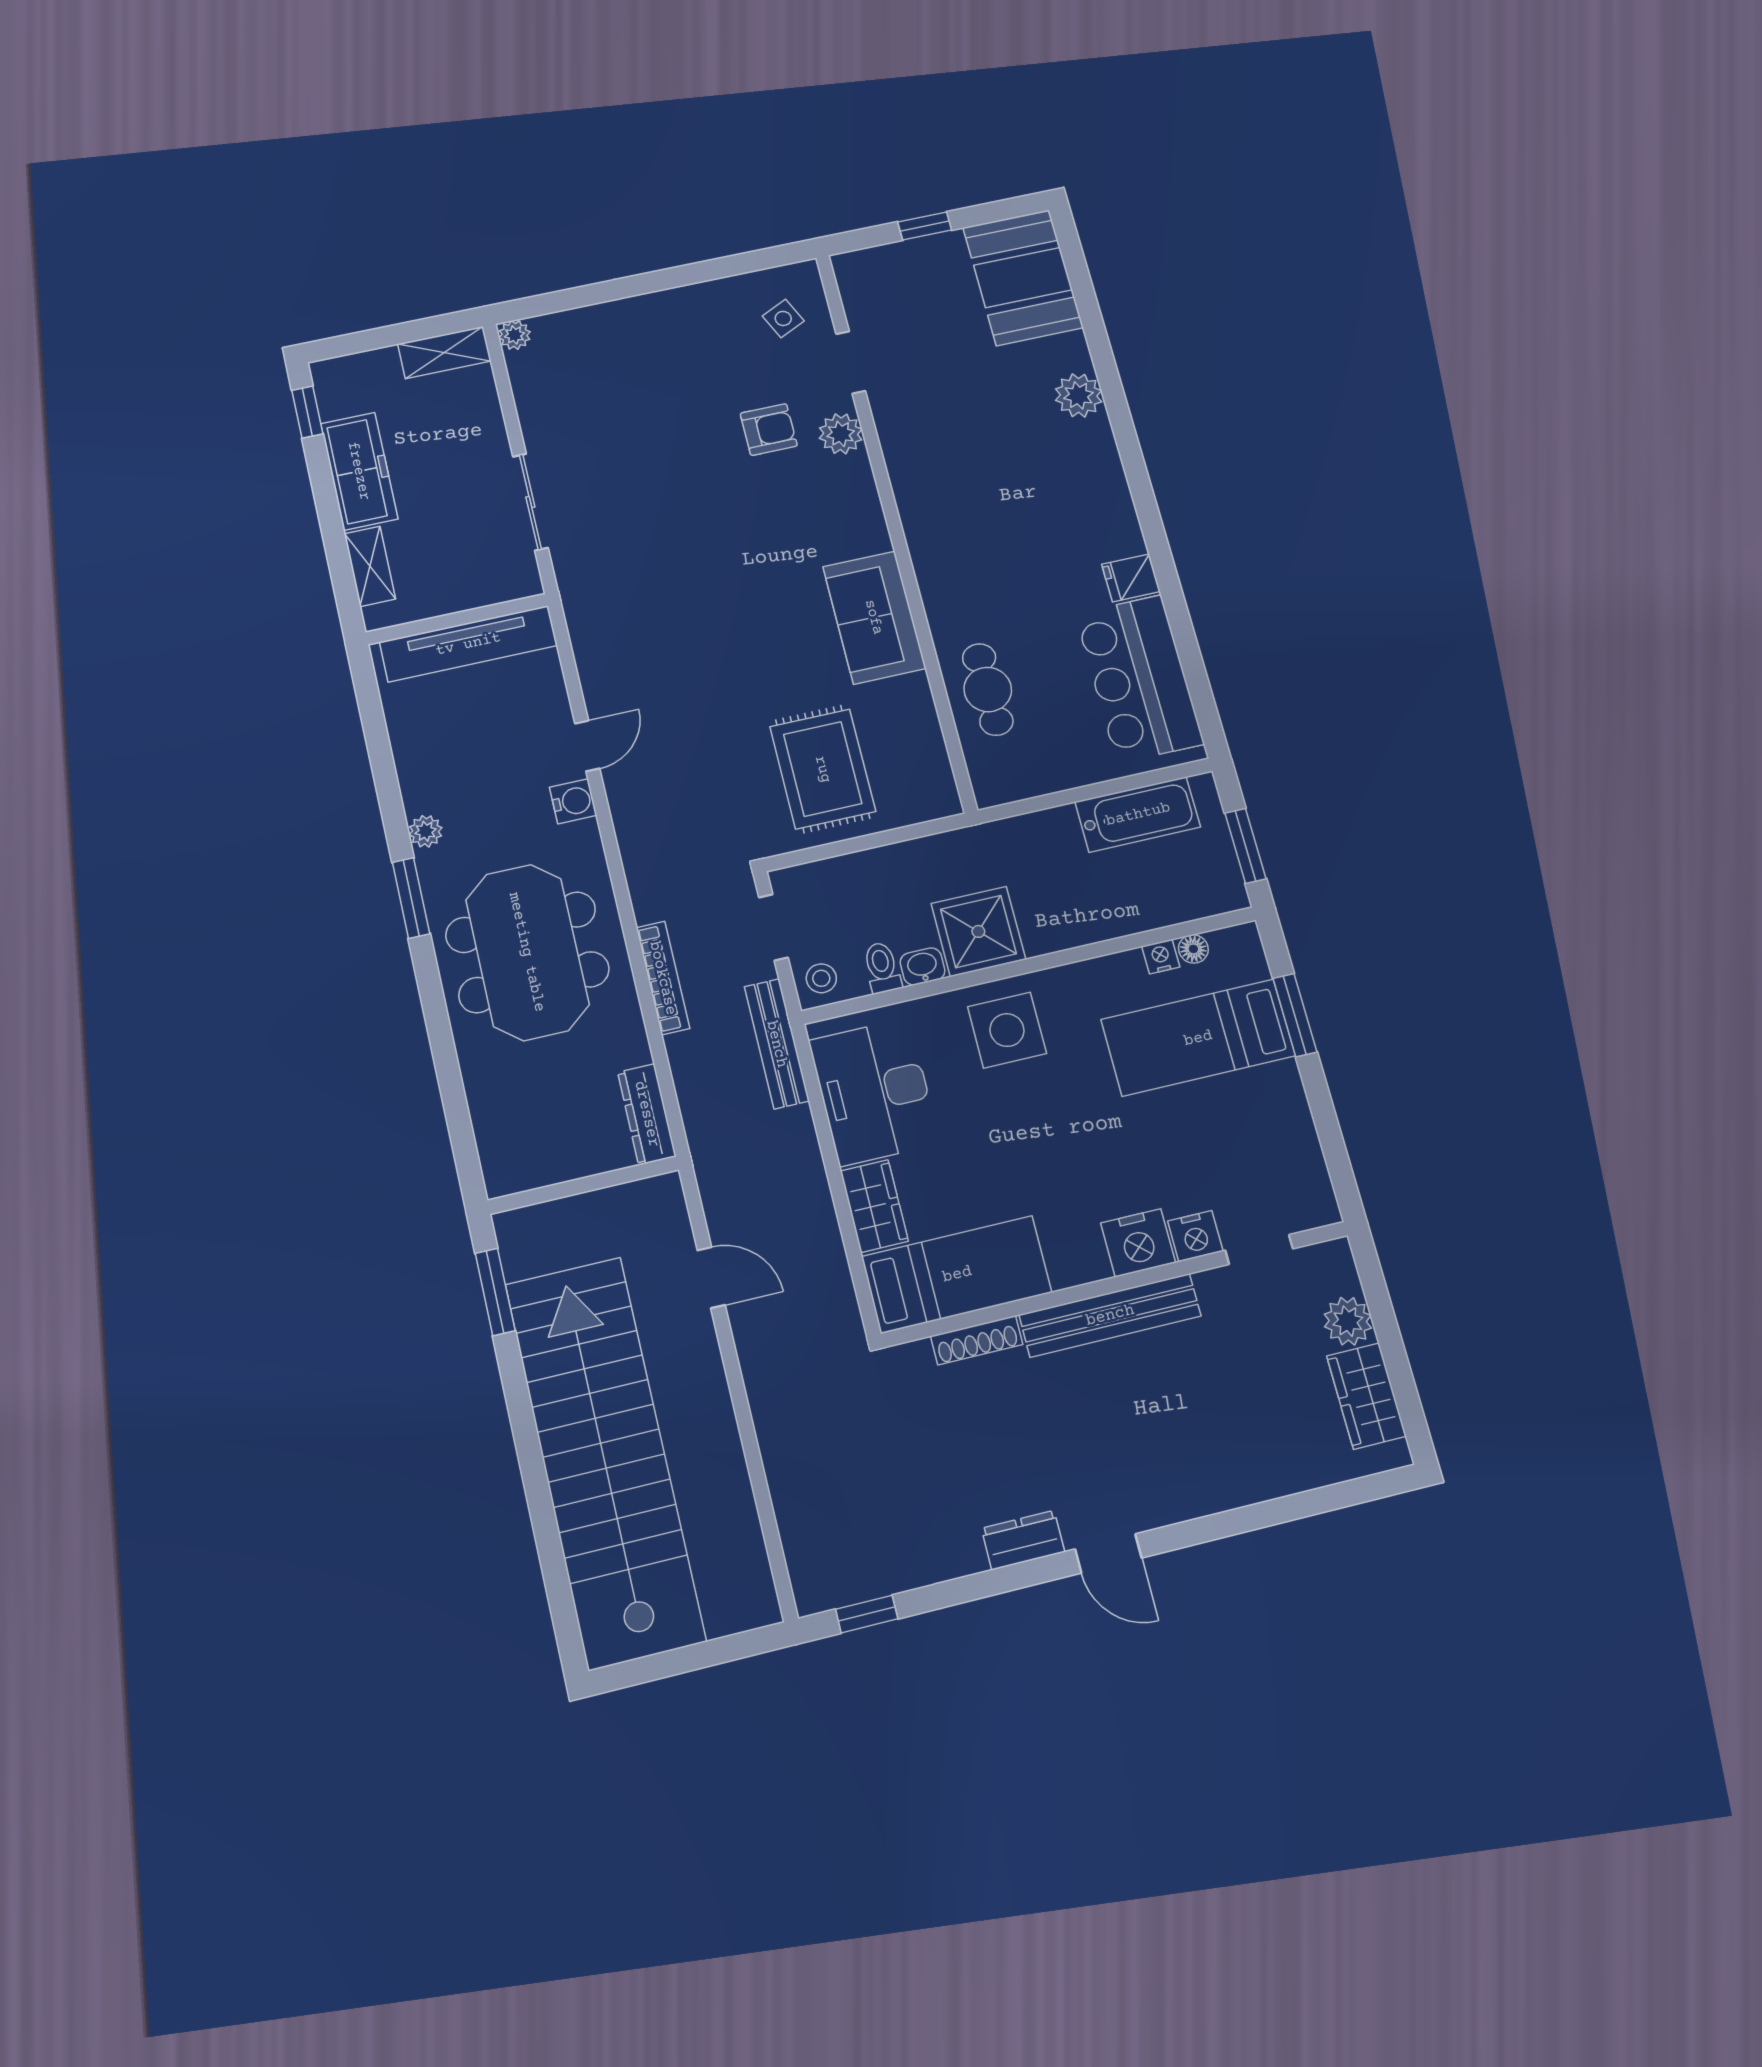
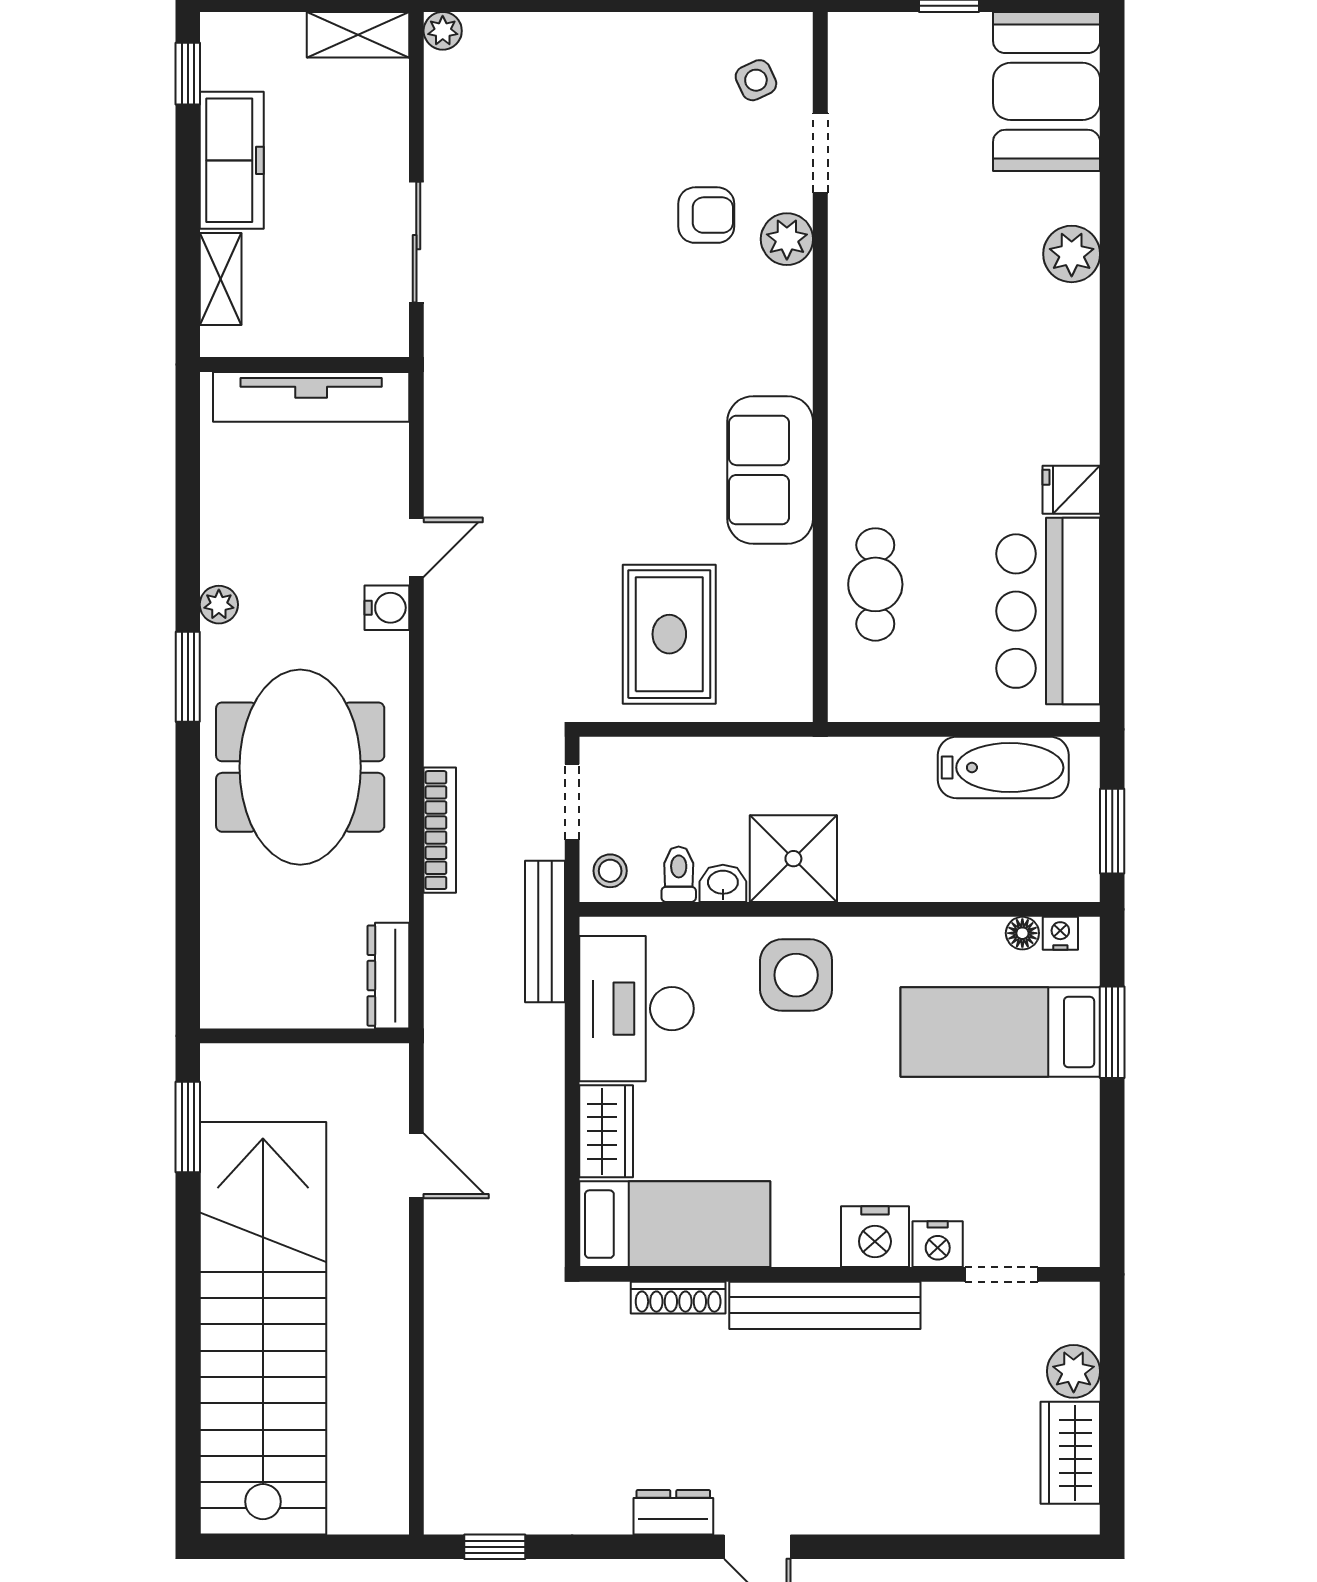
nightstand: (1161, 957) -> (1060, 933), moved

